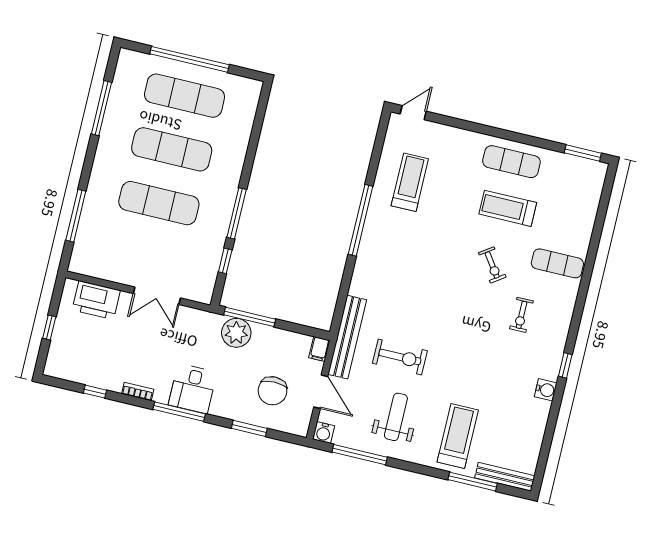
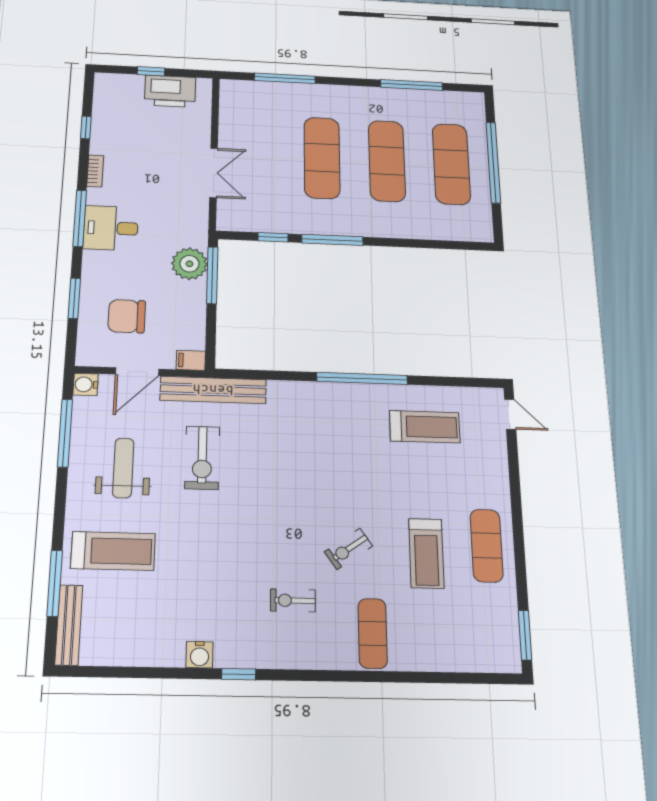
treadmill: (508, 208) -> (426, 553), turned 180
double door: (157, 296) -> (214, 173), swing flipped
printer: (96, 300) -> (170, 91), moved, turned -90
weight bench: (396, 417) -> (123, 468), turned -90

